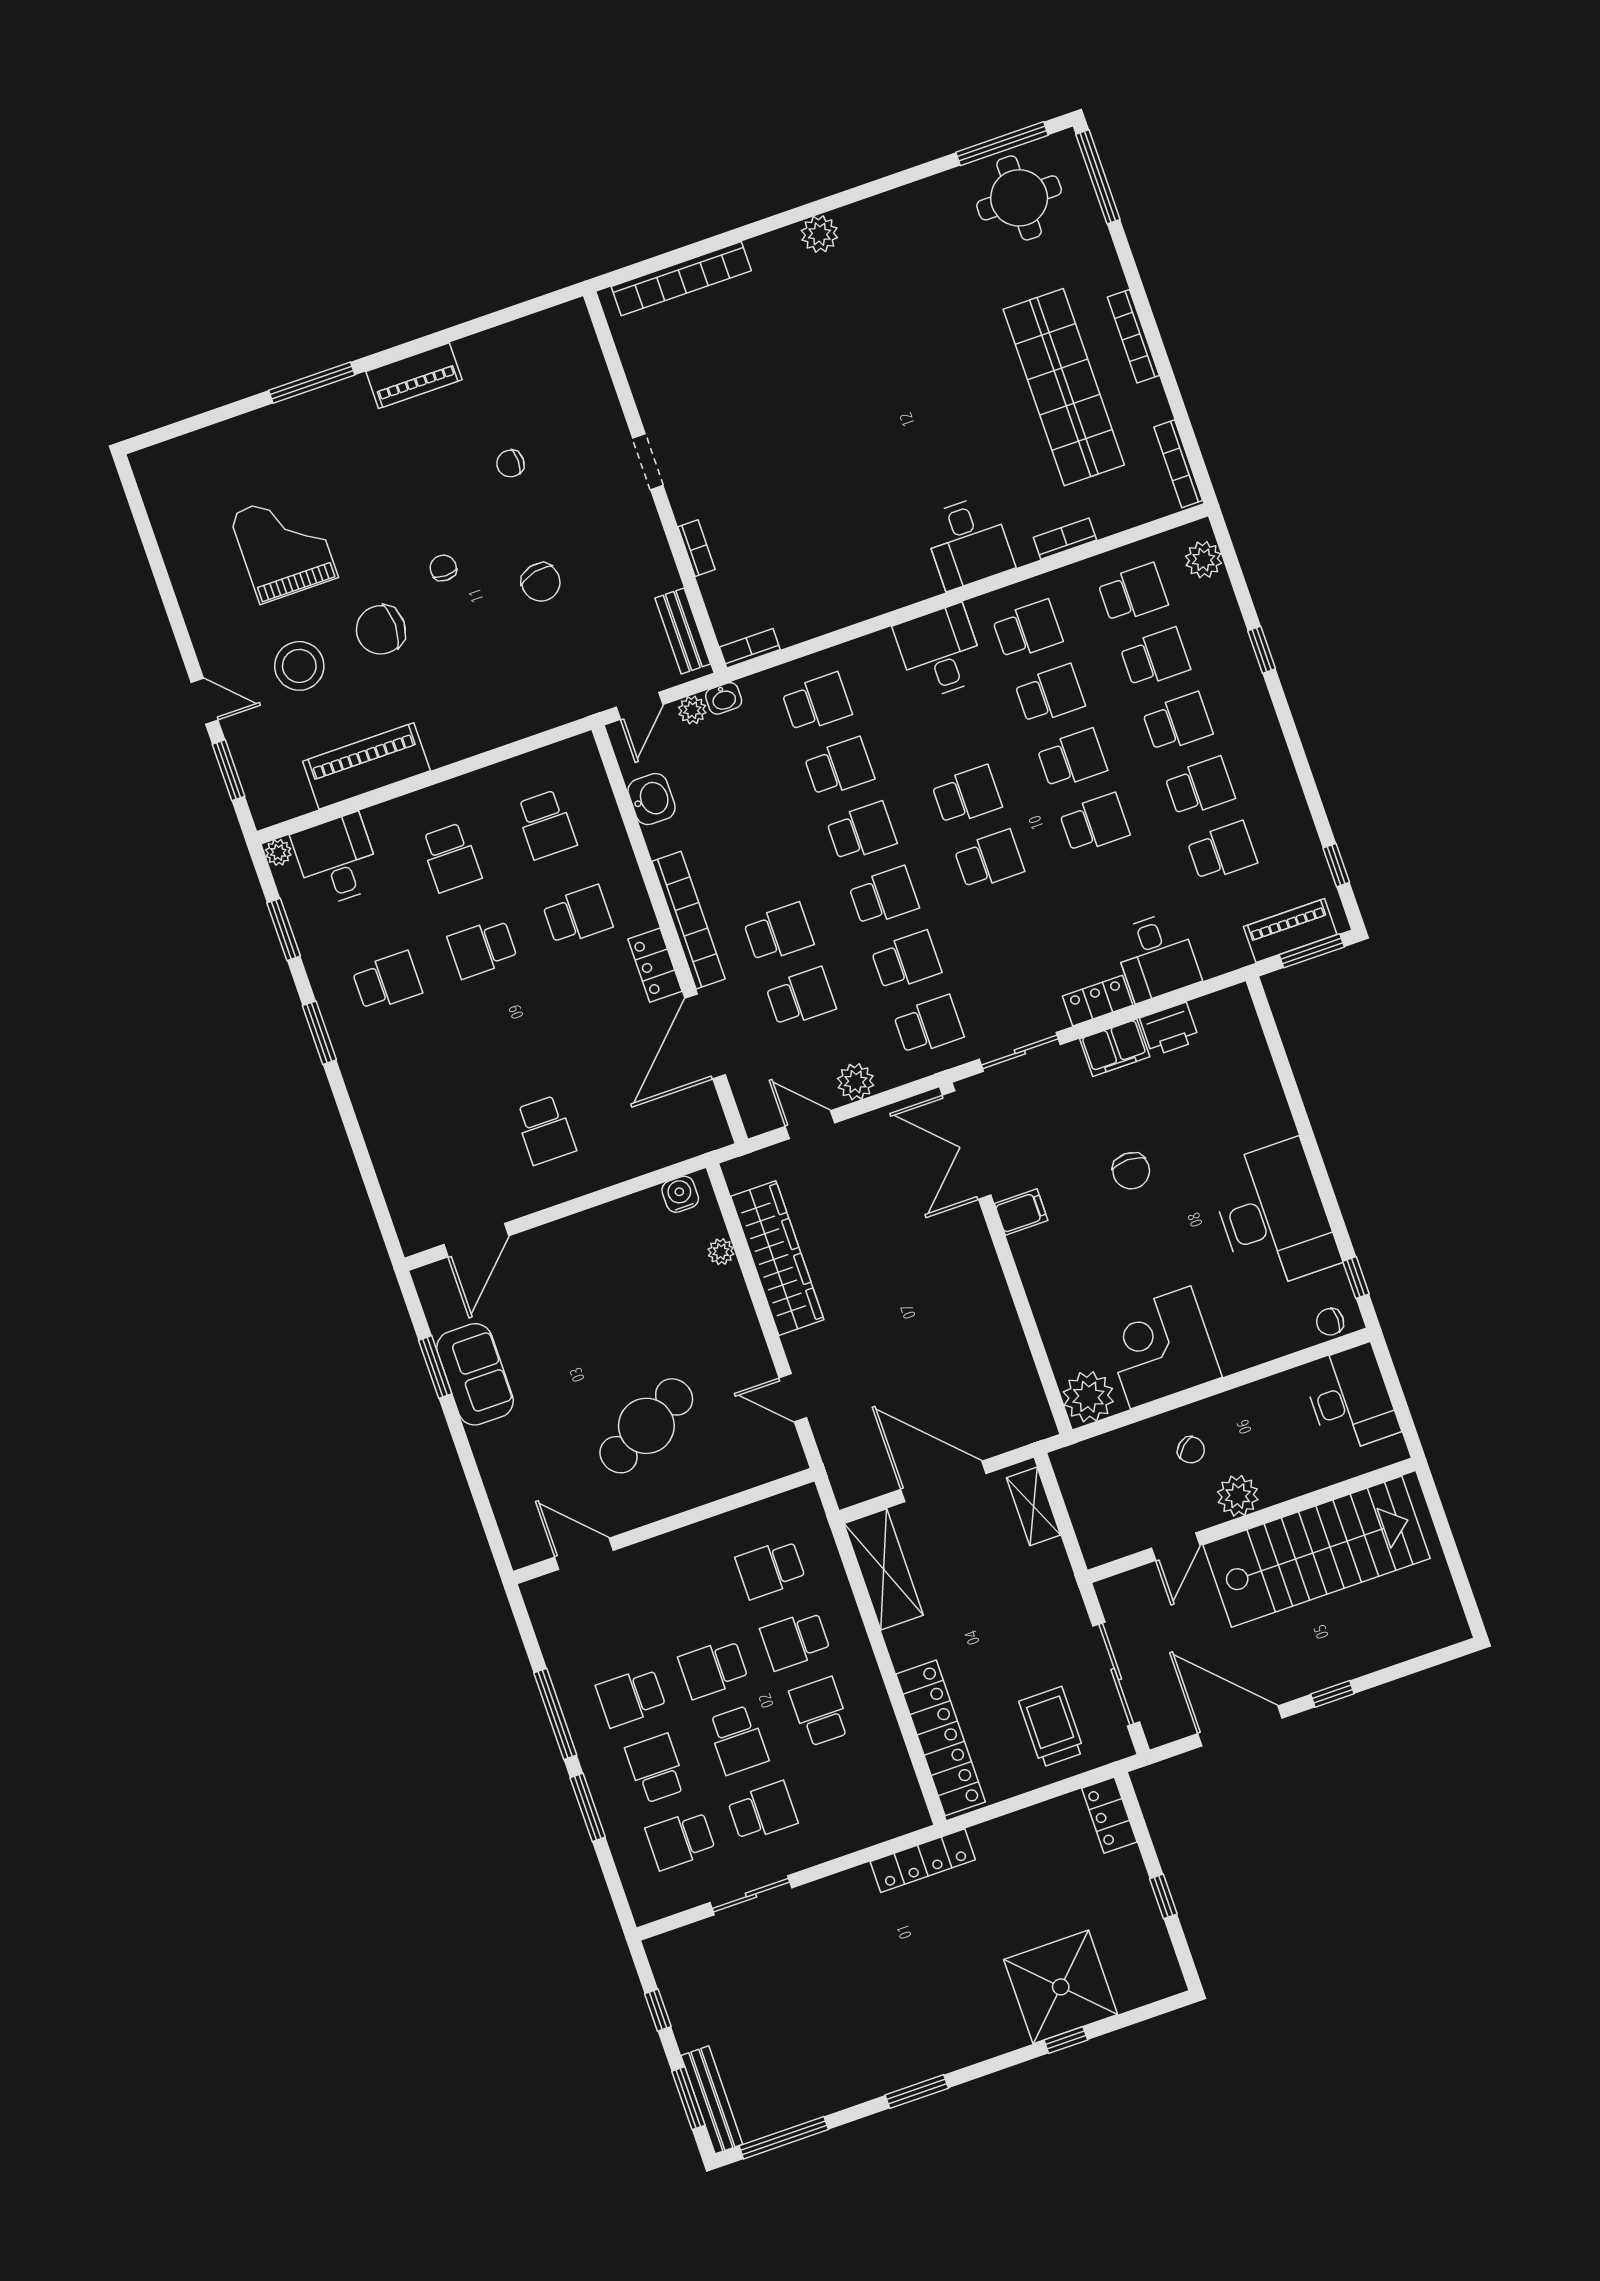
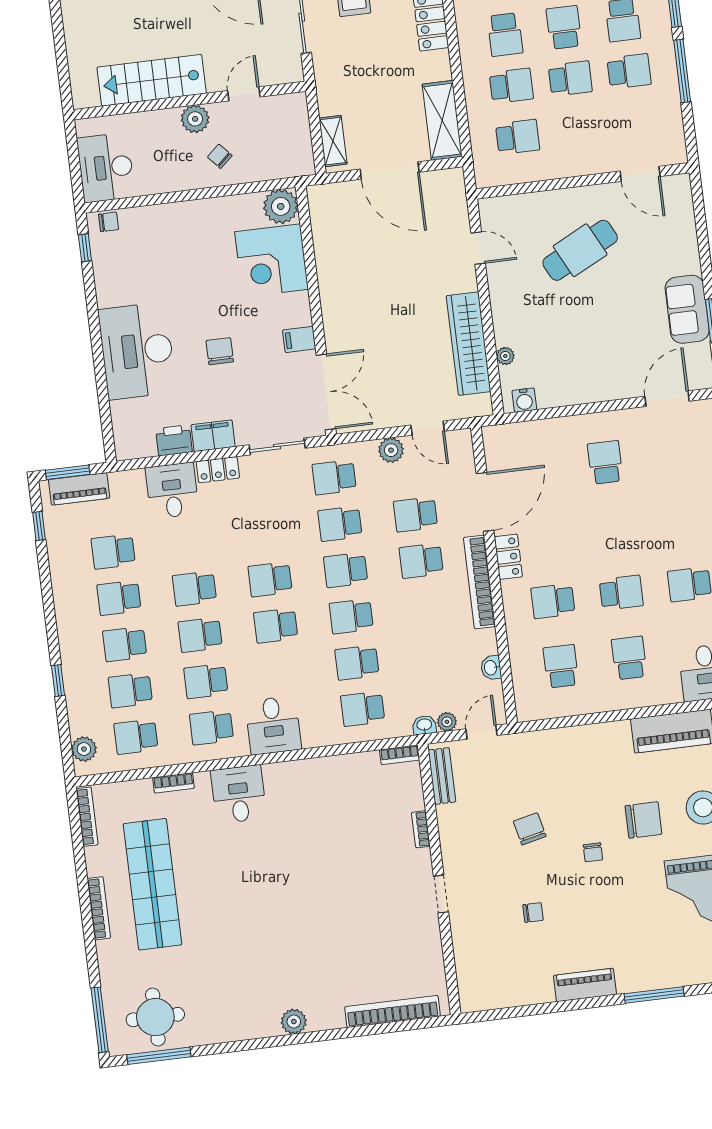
washbasin: (652, 799) -> (491, 668), width x0.72, depth x0.69
desk: (1274, 1215) -> (137, 351), moved
corner desk: (1161, 1347) -> (272, 261), moved, turned 90
stairs: (1317, 1552) -> (152, 80), width x0.73, depth x0.66

